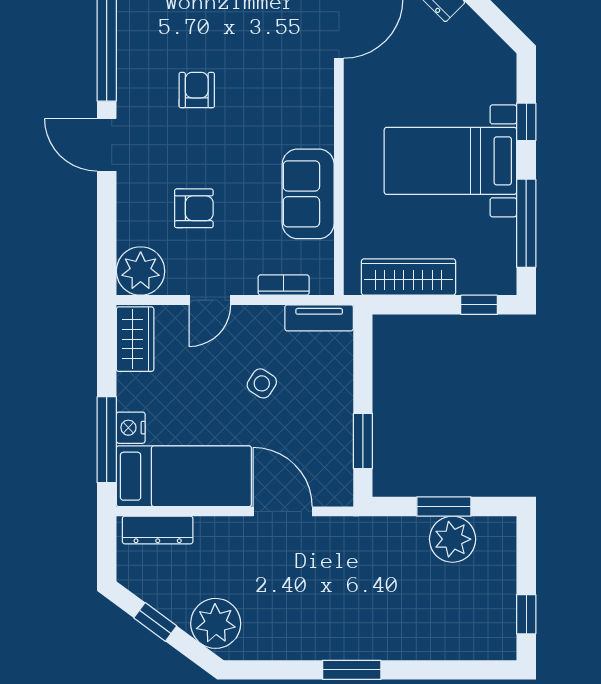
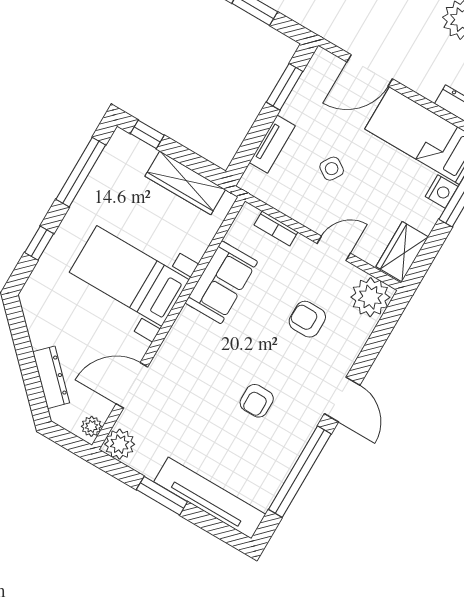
bed with nightstands: (450, 161) -> (129, 276), moved, turned 180
tv unit: (319, 318) -> (272, 144), moved, turned 90
door: (283, 511) -> (370, 70), hinge flipped

